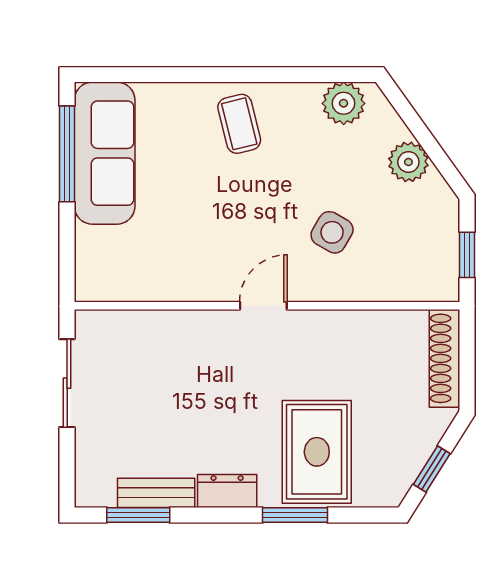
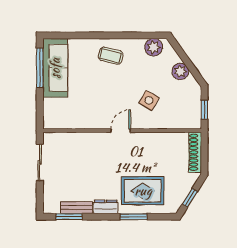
coffee table: (239, 124) -> (111, 56), turned -62
rug: (317, 452) -> (143, 191), turned 90

